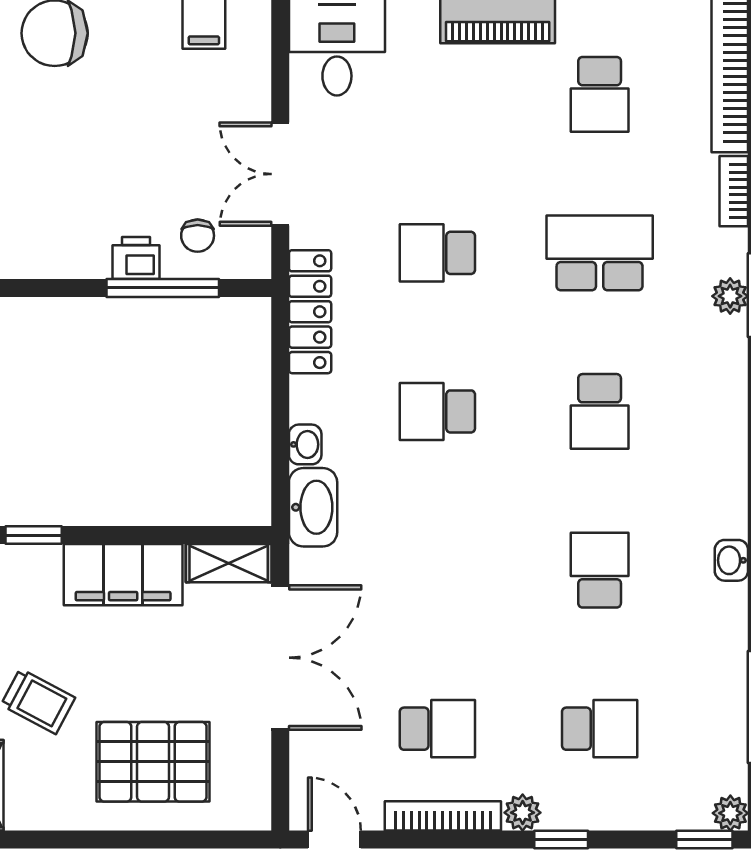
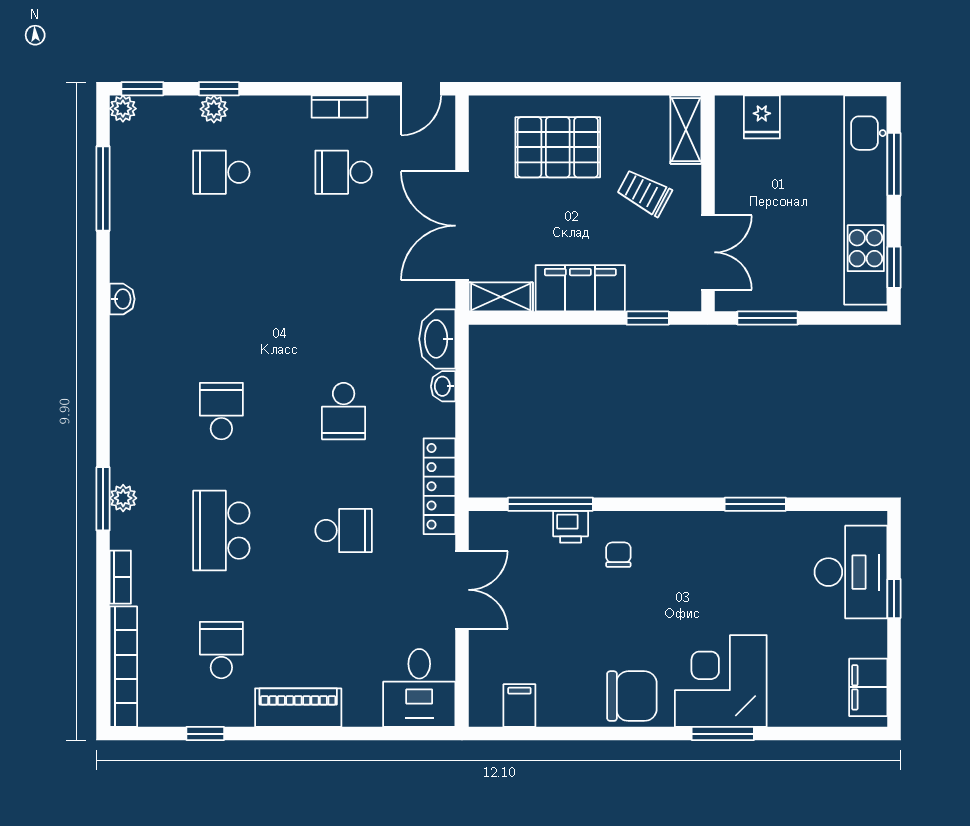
chair: (198, 236) -> (618, 555), moved
school desk: (600, 253) -> (221, 531), turned 90
school desk: (437, 411) -> (344, 411), turned 90
school desk: (600, 570) -> (221, 292), removed
plant: (523, 813) -> (214, 109), moved
bookcase: (443, 816) -> (339, 107), width x0.64
door: (334, 840) -> (421, 89), hinge flipped
window: (561, 840) -> (219, 89), moved

